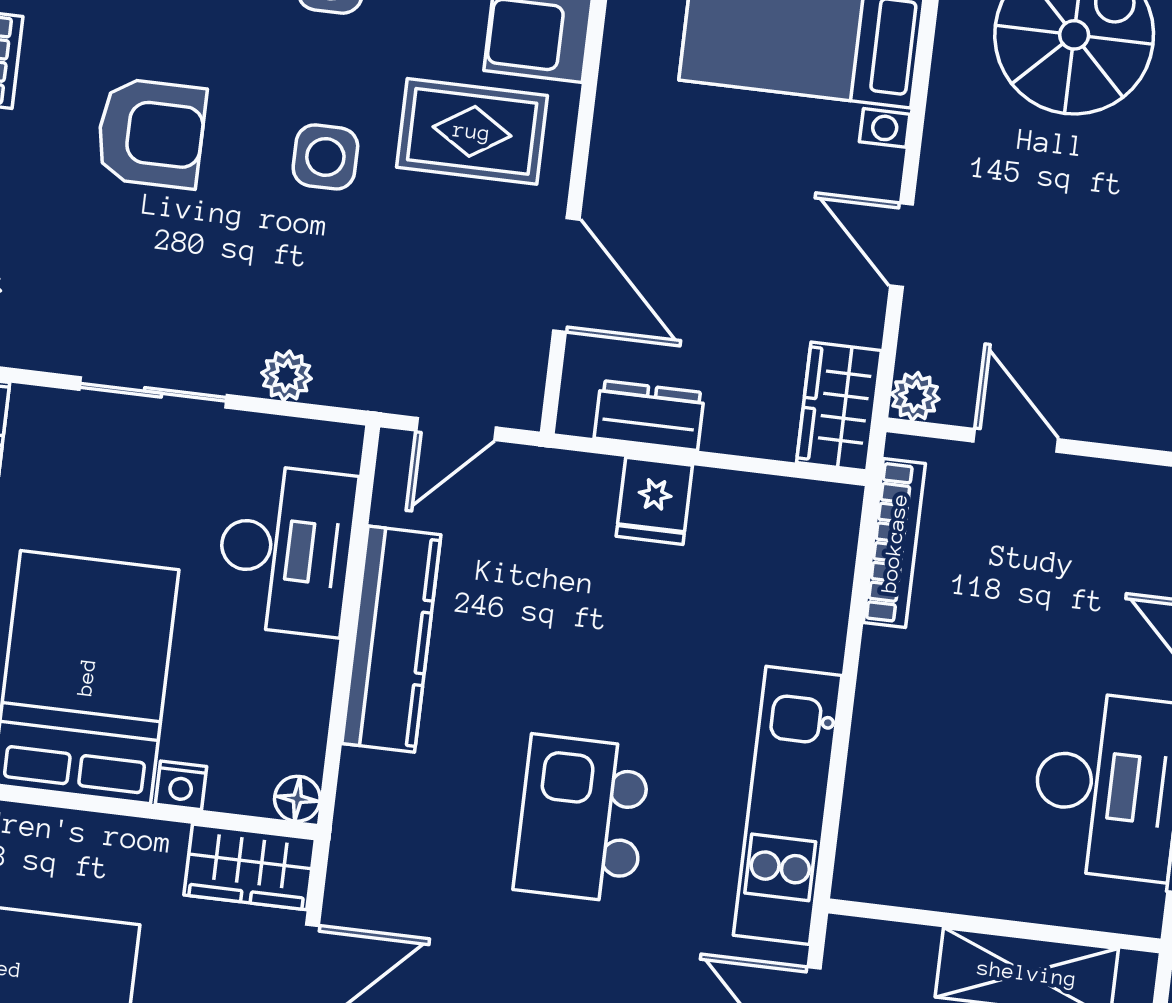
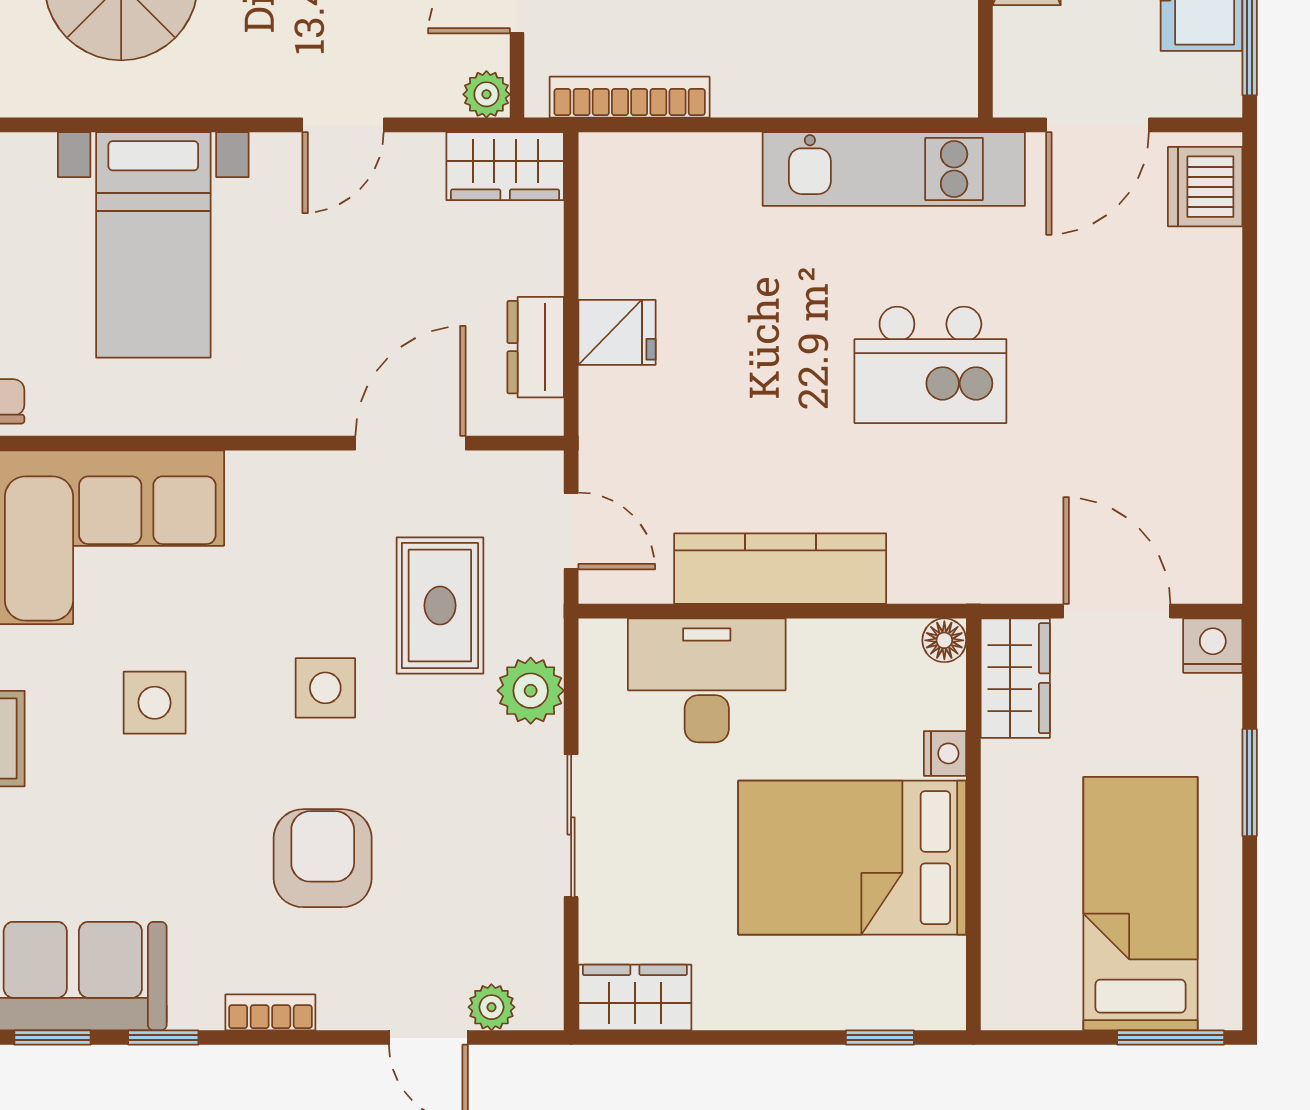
rug: (472, 131) -> (440, 606), moved
plant: (287, 376) -> (531, 691), width x1.38, depth x1.38

